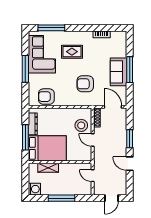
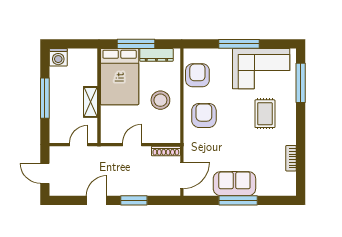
armchair: (85, 84) -> (204, 115), moved
stool: (81, 125) -> (160, 100), moved
shelving: (48, 168) -> (90, 102), moved

